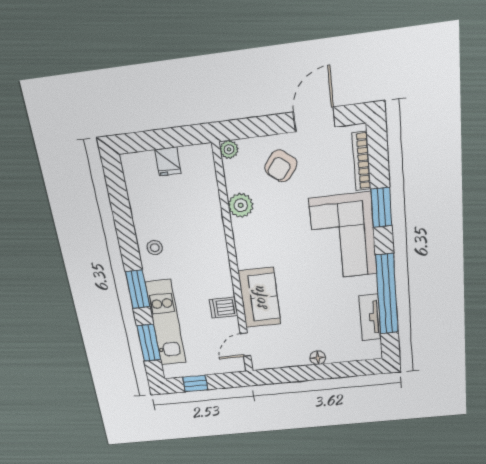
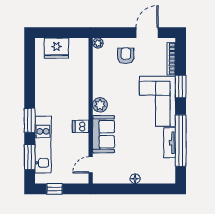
fridge: (168, 161) -> (56, 48), width x1.88, depth x1.34
armchair: (281, 166) -> (126, 56), turned 142
plant: (241, 205) -> (100, 105), moved
stool: (155, 248) -> (45, 95), removed
dishwasher: (224, 308) -> (81, 126), moved
tv unit: (370, 317) -> (170, 143), moved

